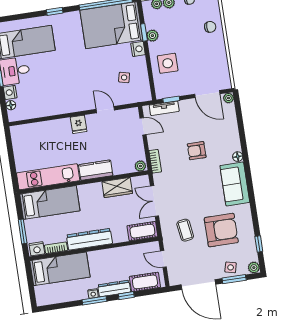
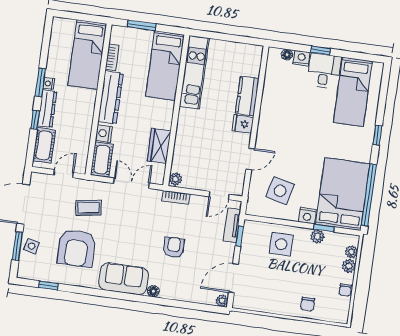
side table: (124, 77) -> (280, 191), width x1.87, depth x1.87
kitchen counter: (96, 170) -> (247, 96), moved, turned 180
nightstand: (37, 249) -> (104, 133), moved
plant: (254, 268) -> (24, 272), removed

